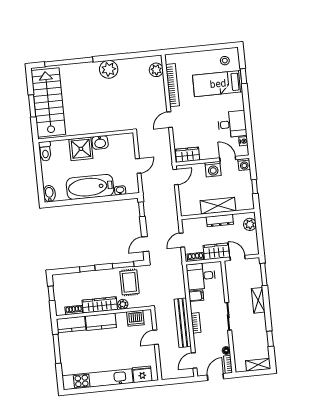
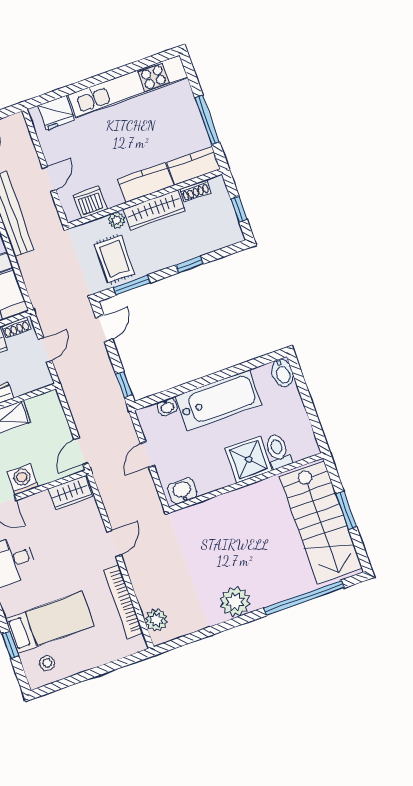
washbasin: (100, 142) -> (182, 491), moved
toilet: (45, 151) -> (278, 451), moved

